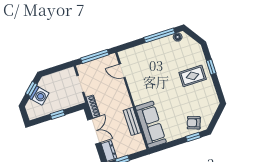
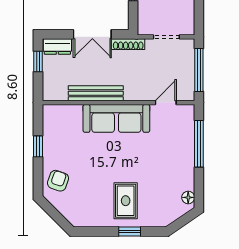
window: (159, 35) -> (199, 144), moved
bench: (132, 121) -> (96, 93), width x1.36
sofa: (151, 125) -> (116, 118), moved
window: (193, 137) -> (38, 146), moved

